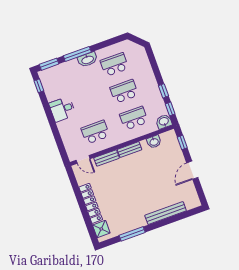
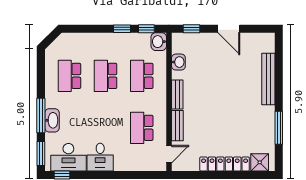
washbasin: (88, 60) -> (52, 120), moved
desk: (54, 86) -> (68, 157), added

